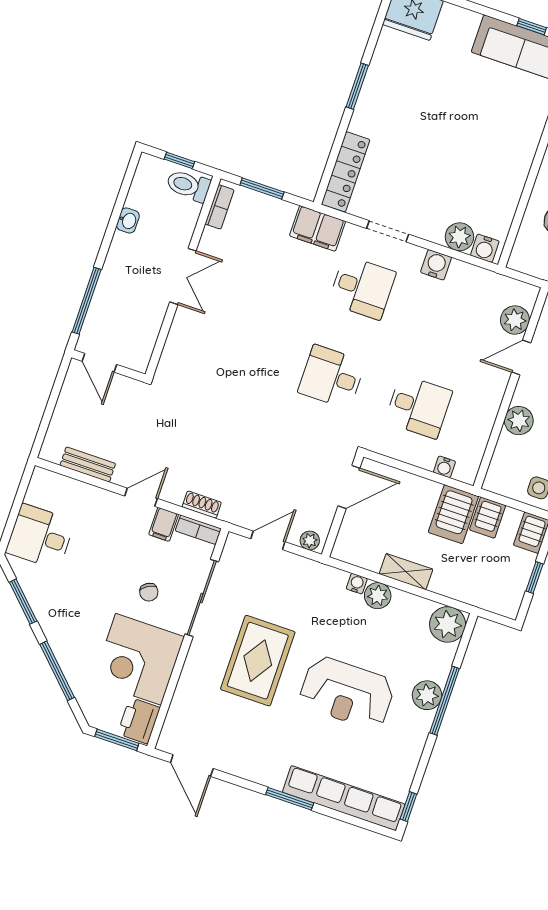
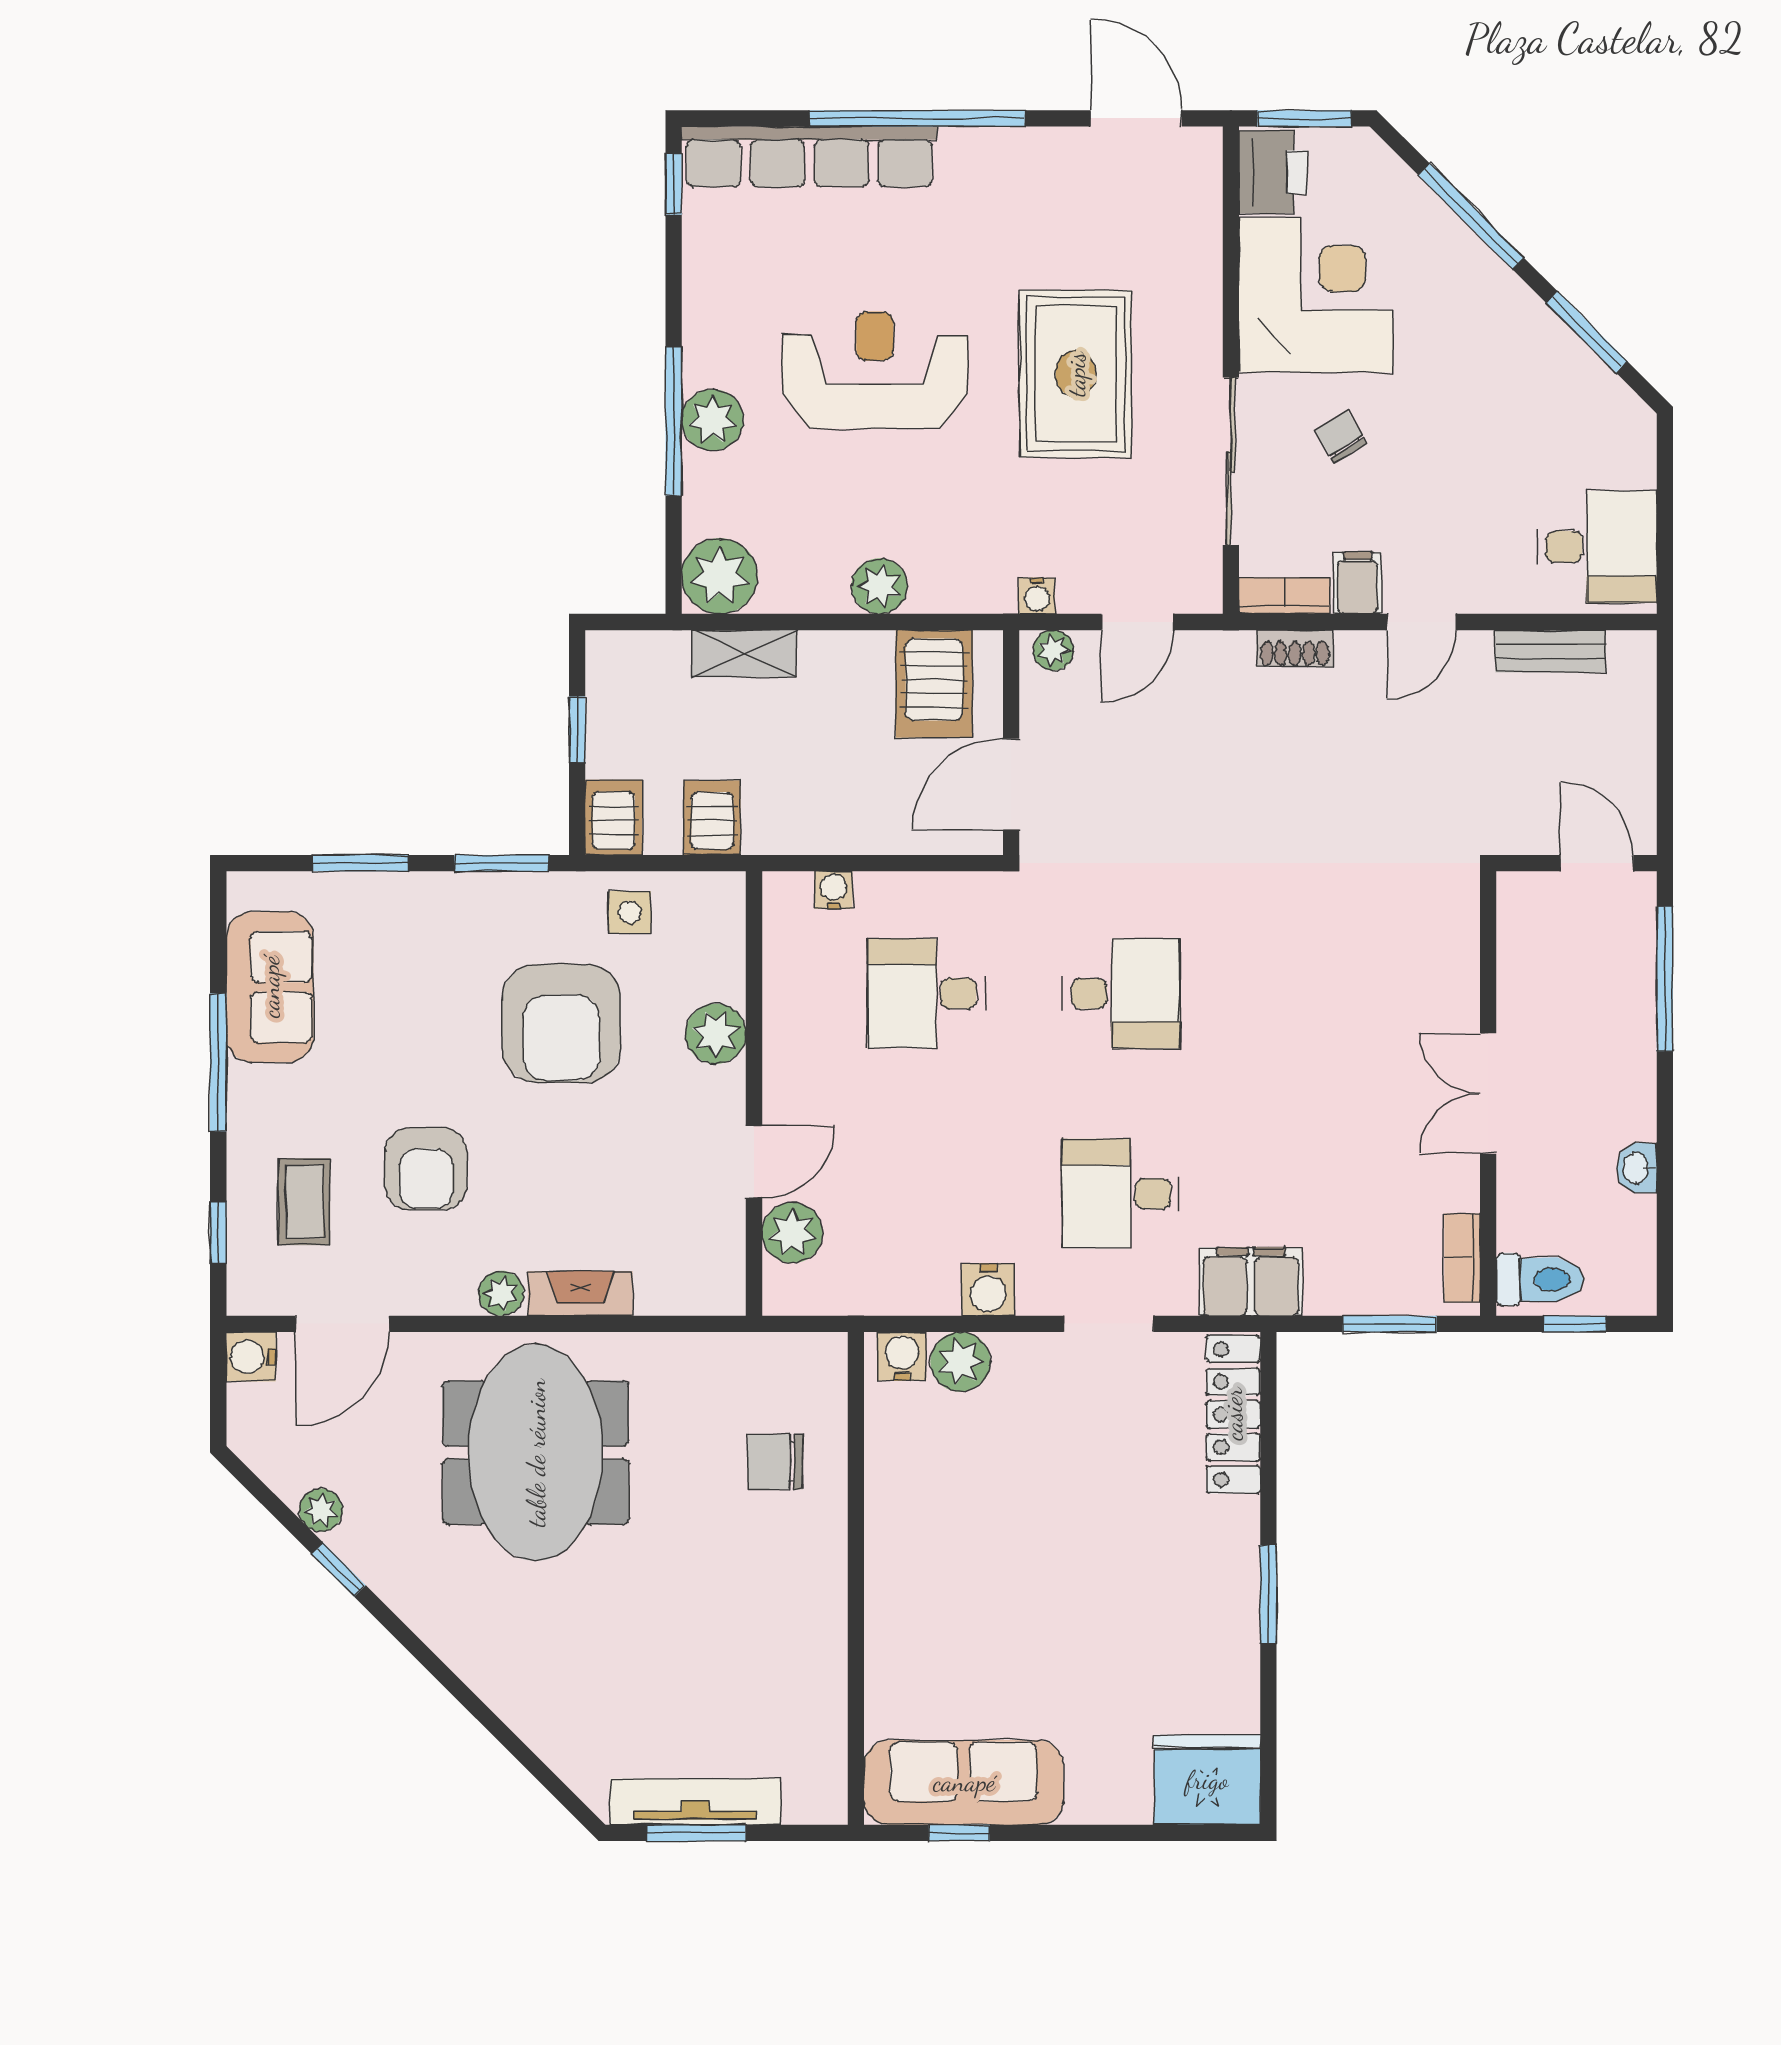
server rack: (453, 514) -> (934, 684), moved, turned 180
desk: (40, 537) -> (1597, 547), moved
shelving: (406, 572) -> (744, 654), moved
water cooler: (357, 584) -> (1037, 596), moved
window: (290, 799) -> (917, 118), width x2.11

